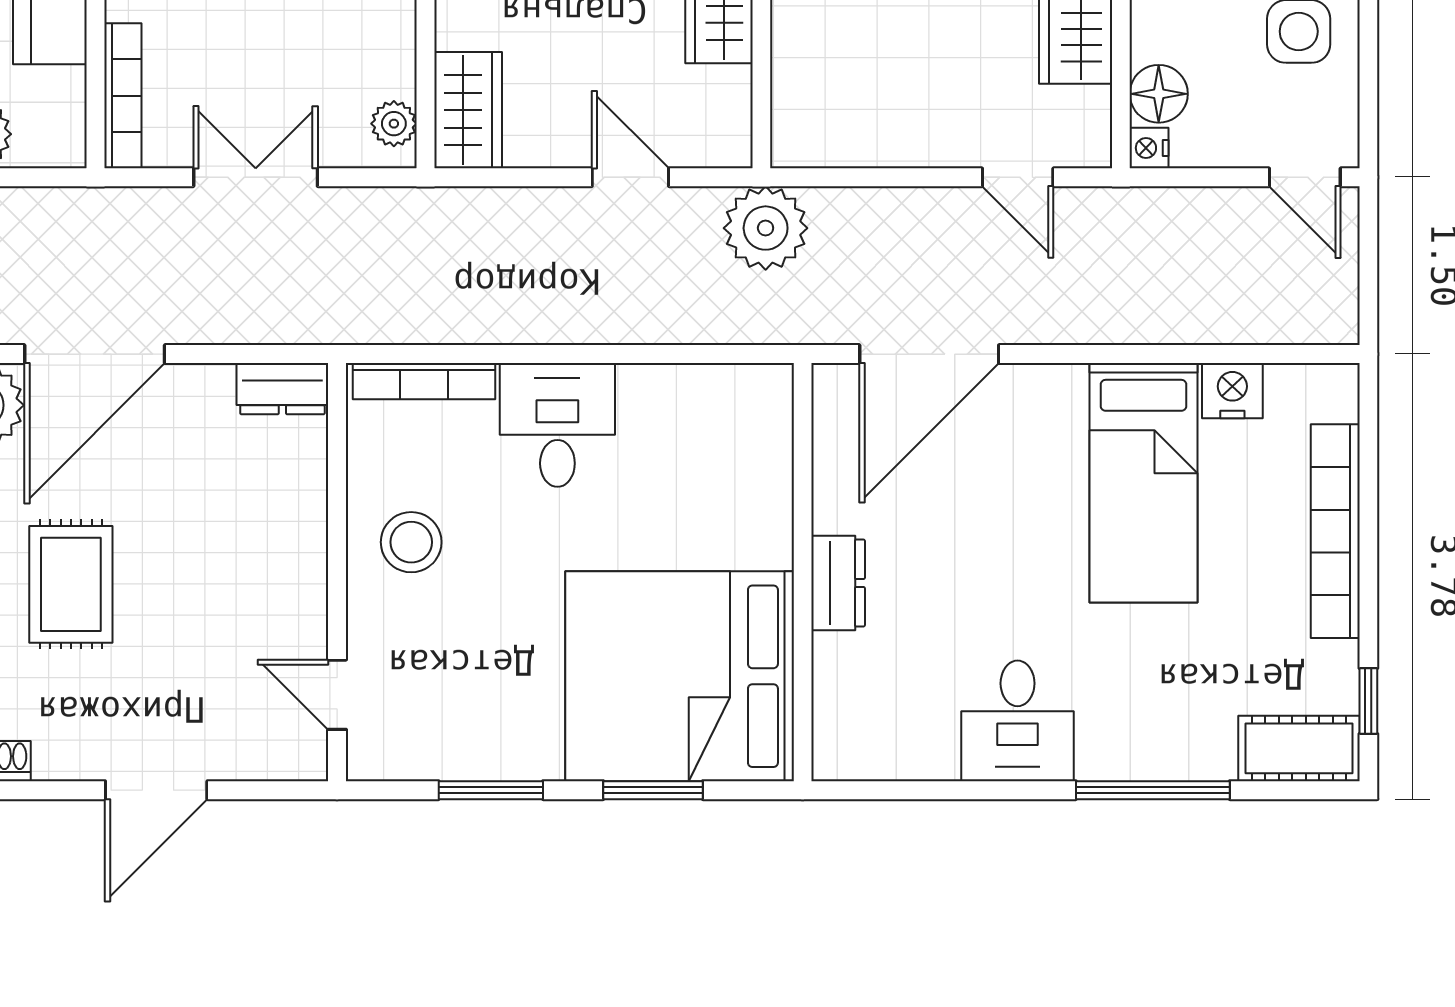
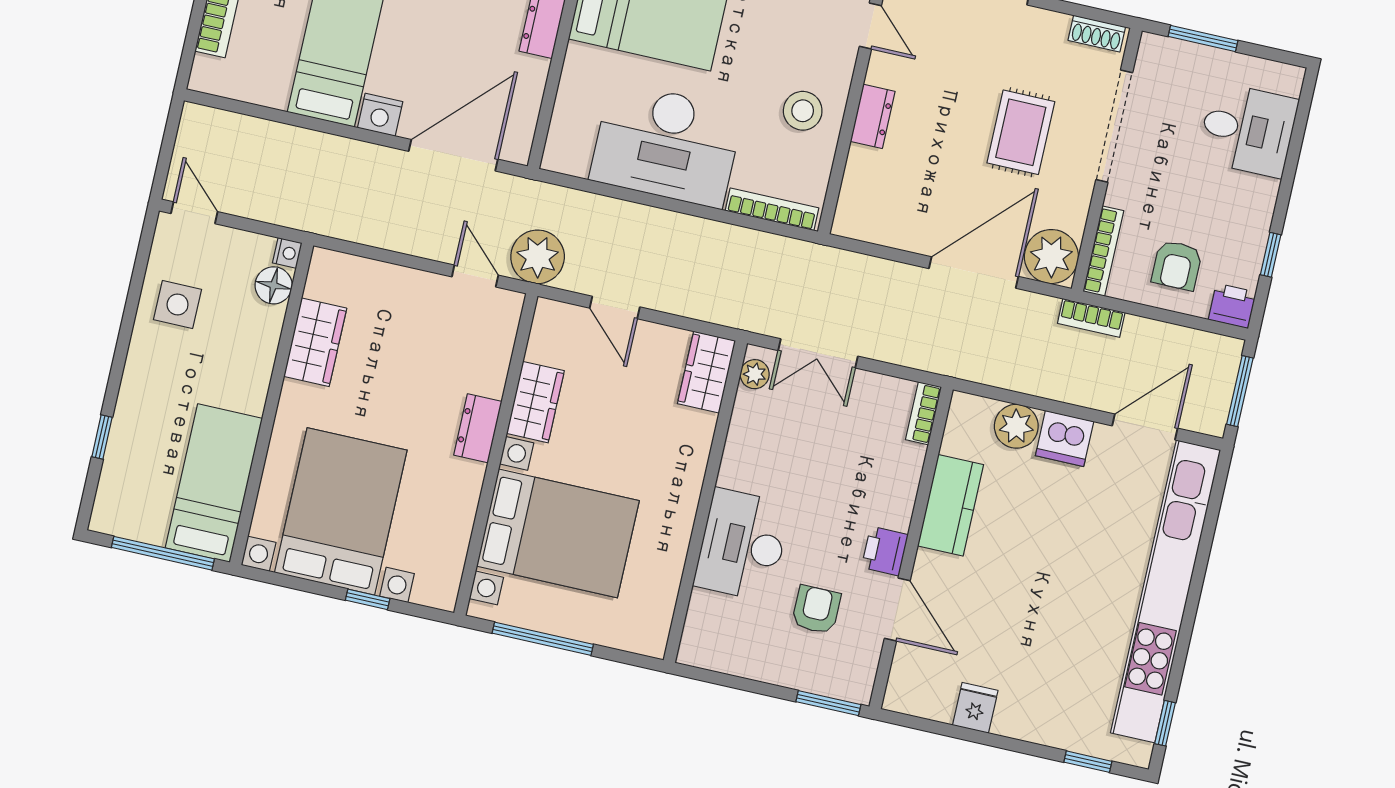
bookcase: (123, 96) -> (923, 413), width x0.64
double door: (256, 177) -> (818, 353), moved
door: (1018, 177) -> (475, 276), moved
dresser: (282, 389) -> (873, 116), moved, turned 90
nightstand: (1232, 391) -> (380, 115), moved
desk: (557, 425) -> (666, 145), width x1.87, depth x1.30

